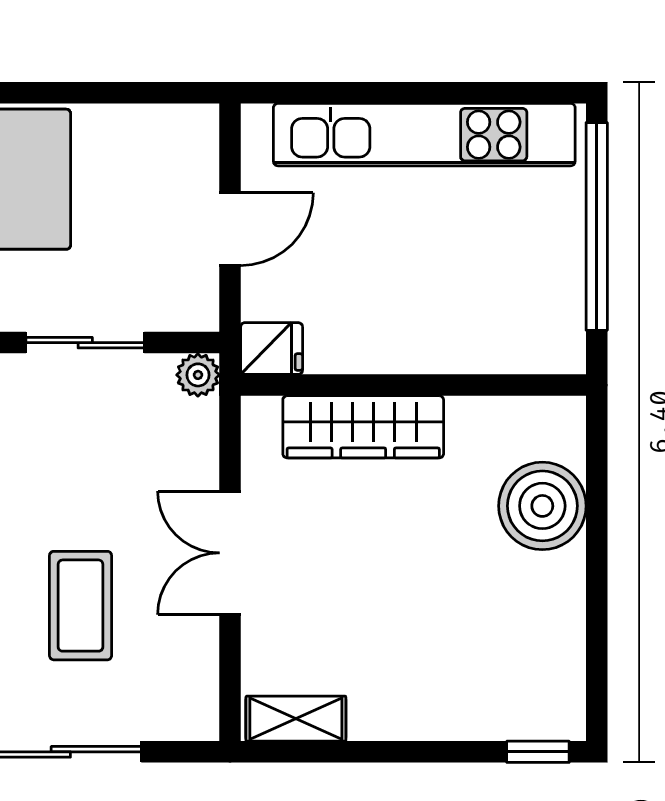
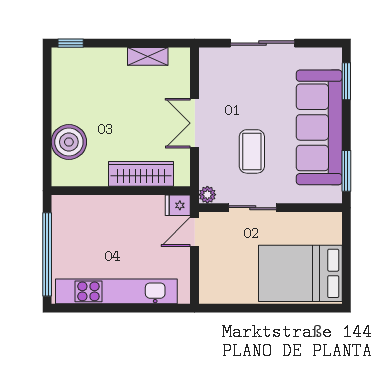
door: (230, 229) -> (195, 232), moved
double door: (230, 553) -> (195, 123), swing flipped
coffee table: (81, 606) -> (252, 151), moved
shelving: (296, 719) -> (148, 56), moved

